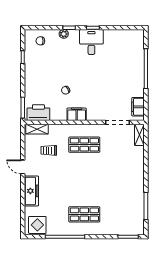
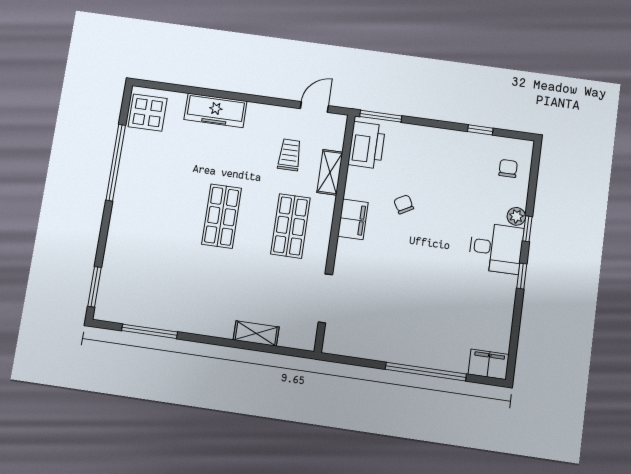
desk: (91, 42) -> (496, 248), moved
filing cabinet: (138, 107) -> (489, 364), moved
shelving: (37, 129) -> (330, 172), moved
shelving: (139, 135) -> (256, 333), moved
door: (23, 167) -> (314, 107), moved
shop shelf: (84, 214) -> (222, 216), moved

